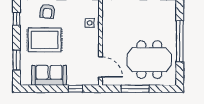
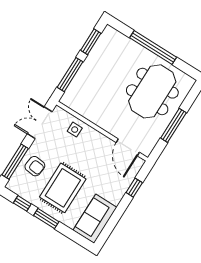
window: (17, 60) -> (46, 219), moved
door: (100, 67) -> (128, 147), swing flipped
sofa: (49, 75) -> (95, 219), moved

